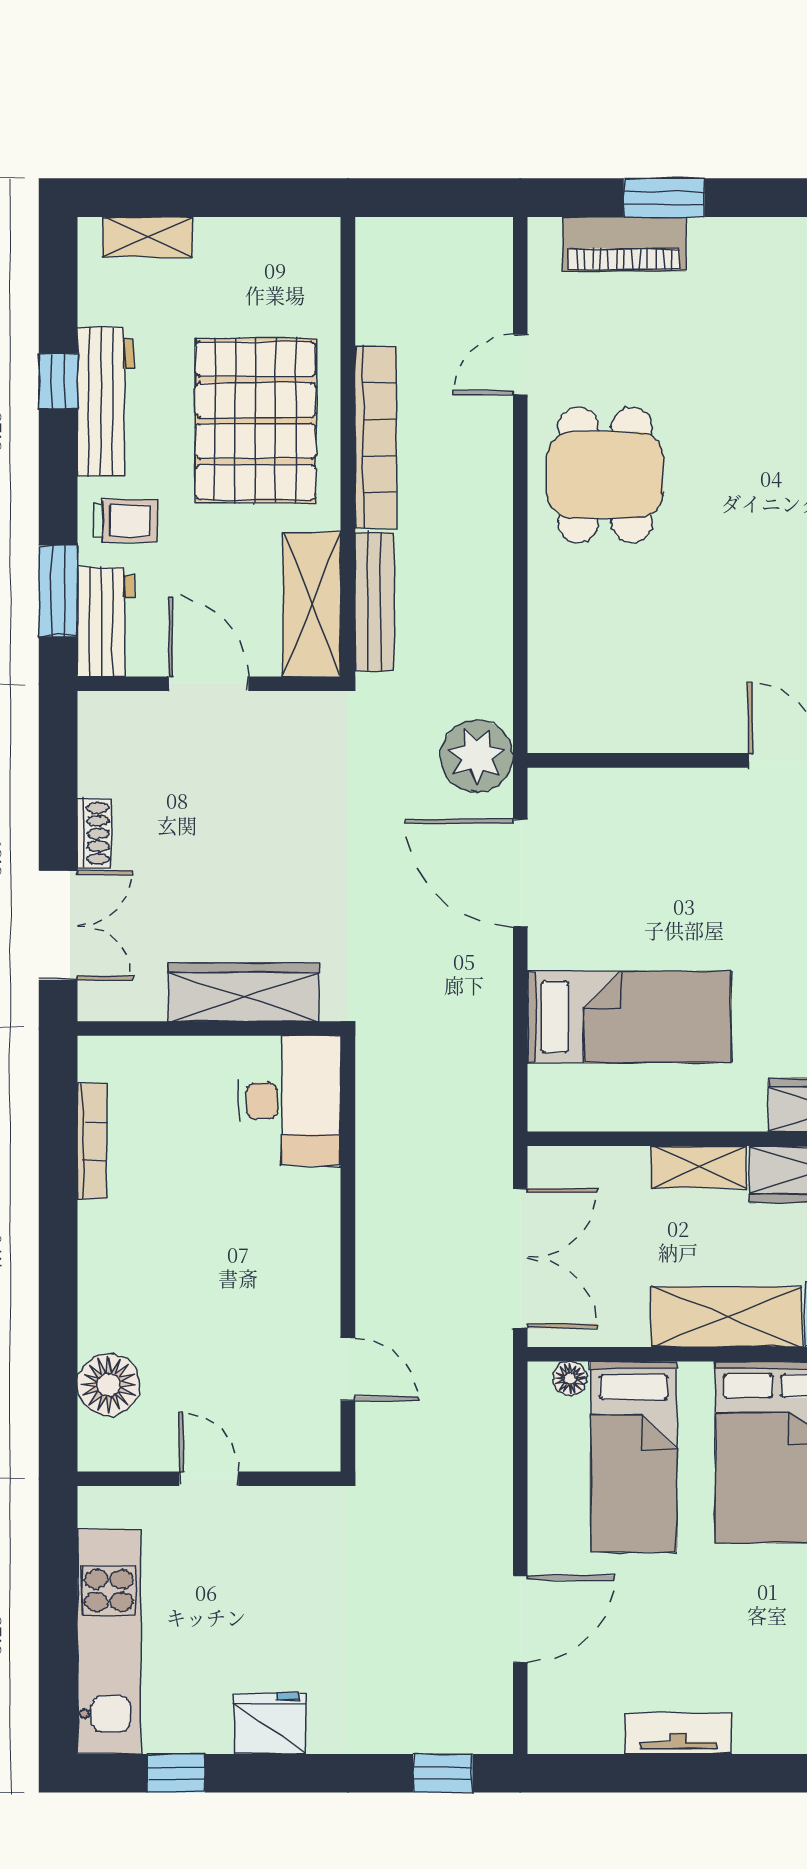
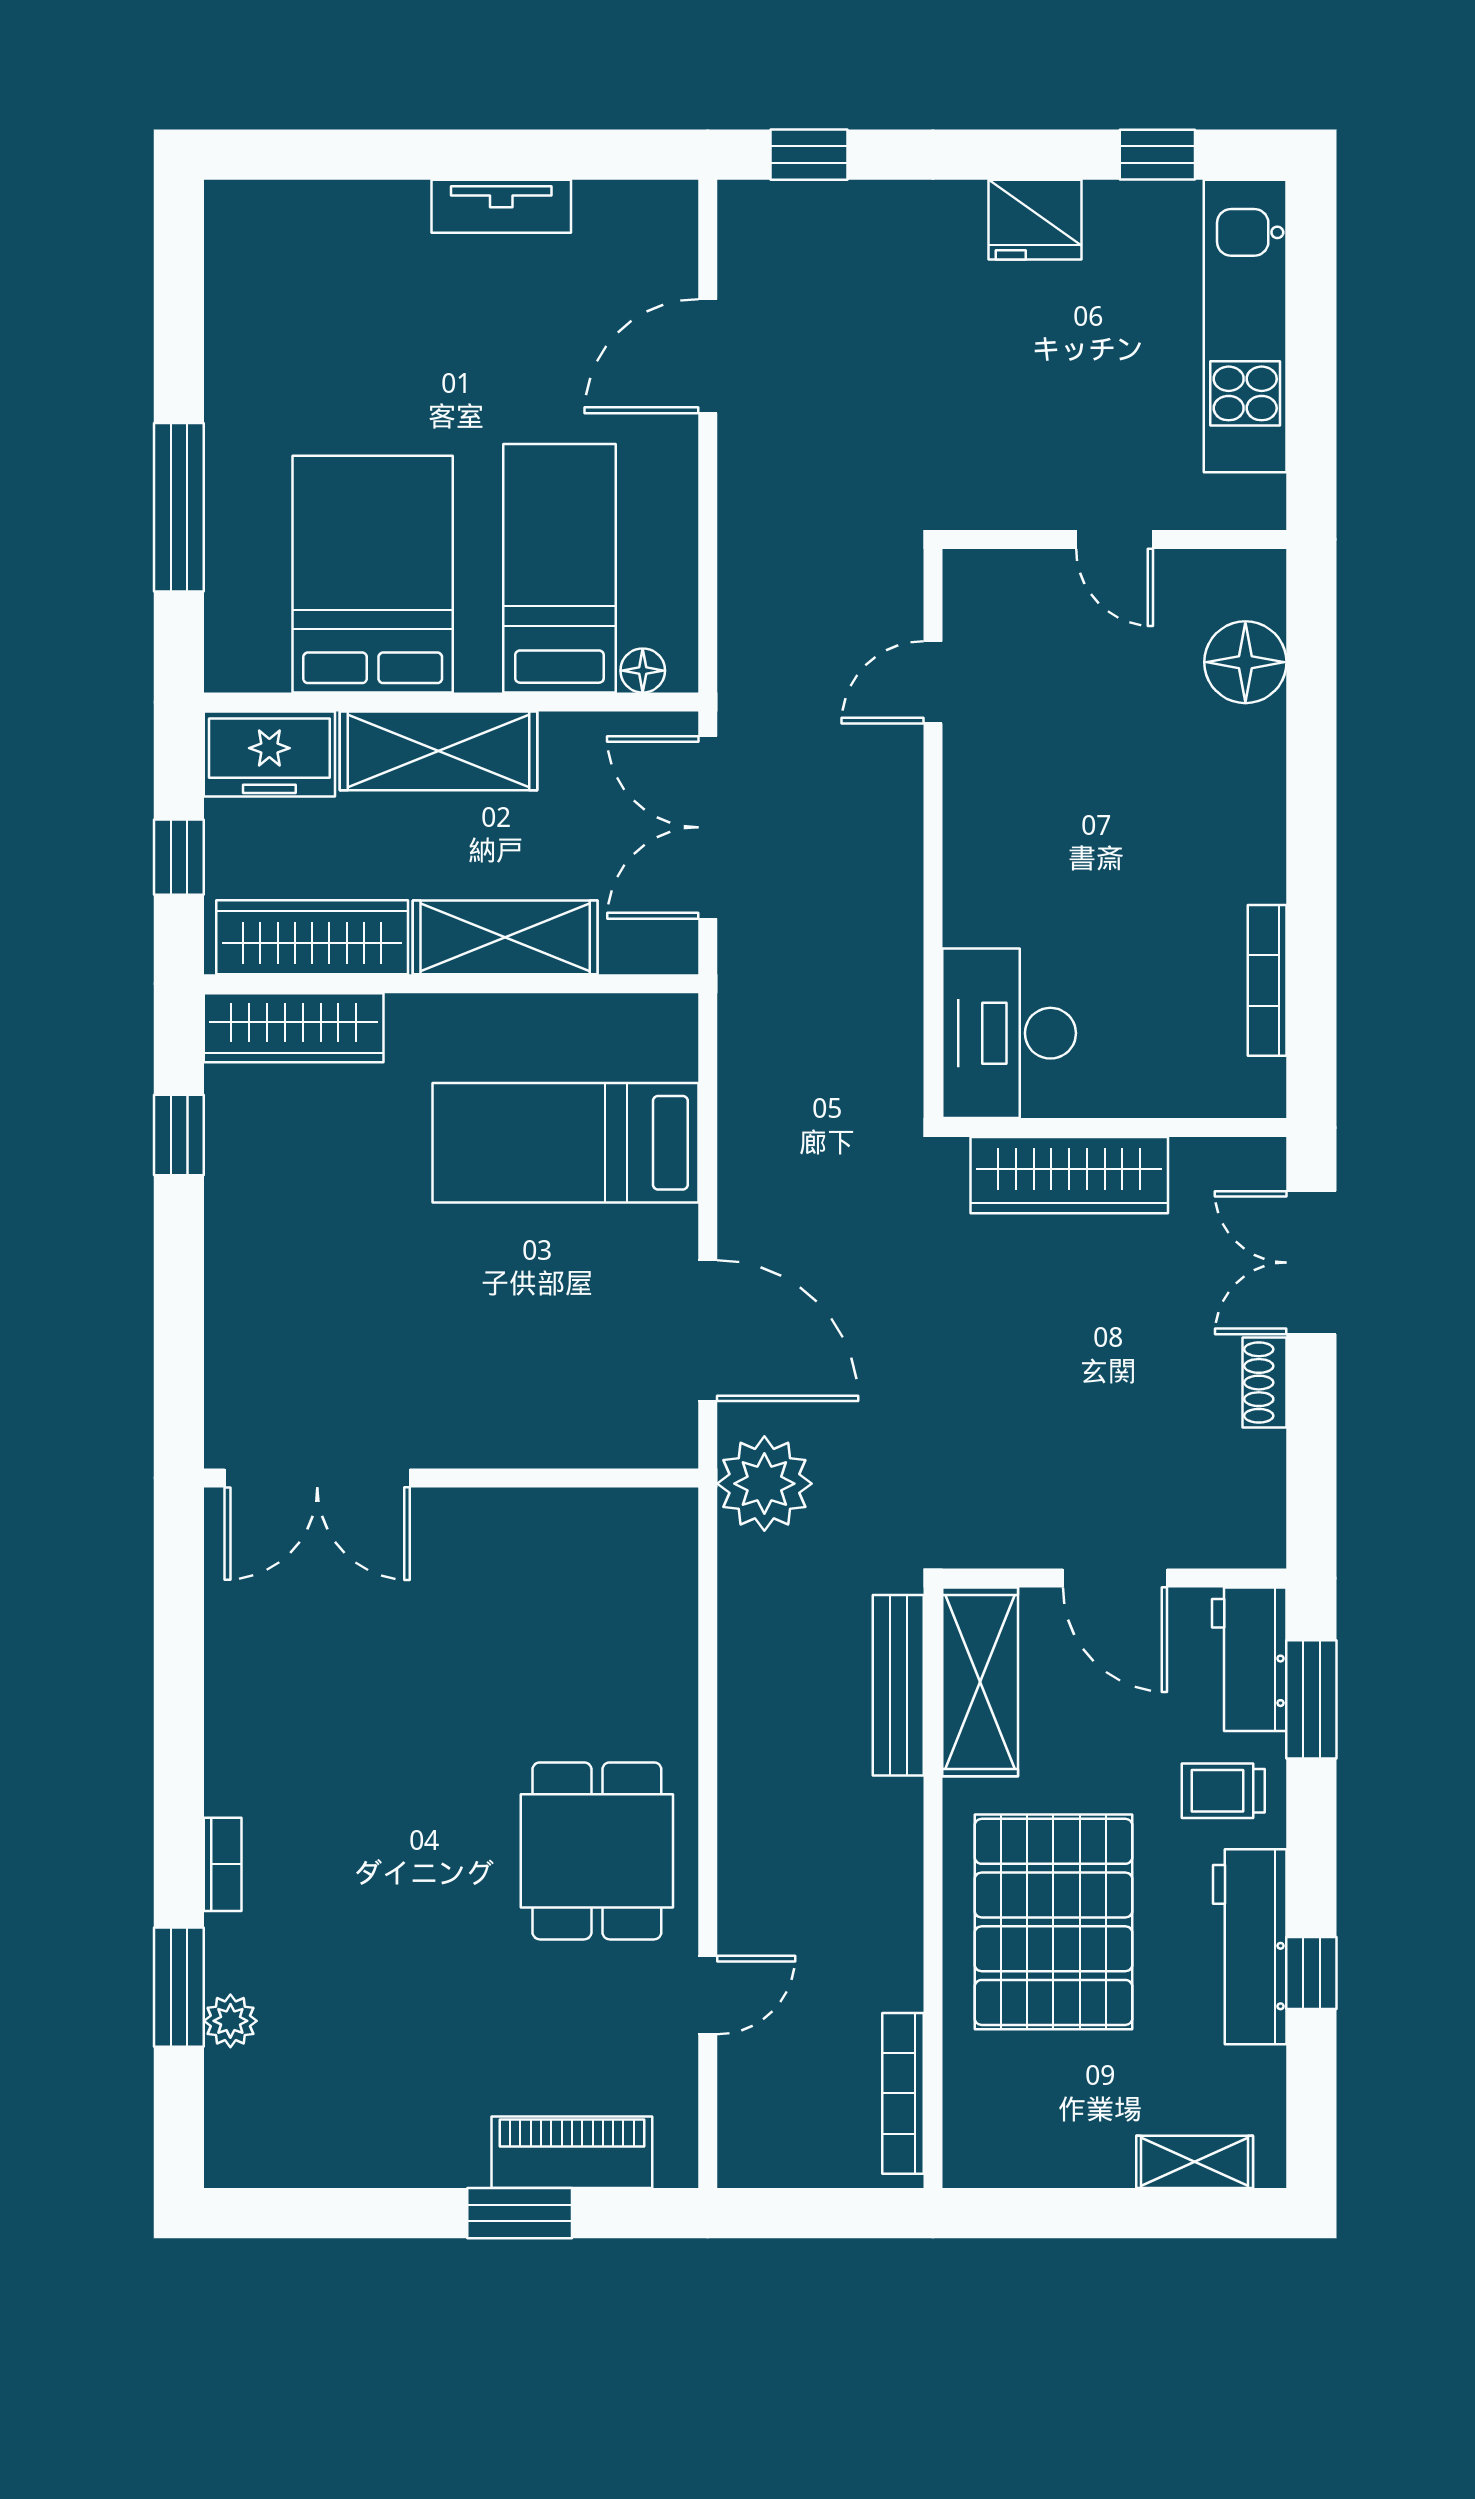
bookcase: (376, 438) -> (903, 2093), moved, width x0.68, depth x0.76
shelving: (699, 1167) -> (505, 937), width x1.50, depth x1.33
door: (348, 1369) -> (933, 682), hinge flipped

